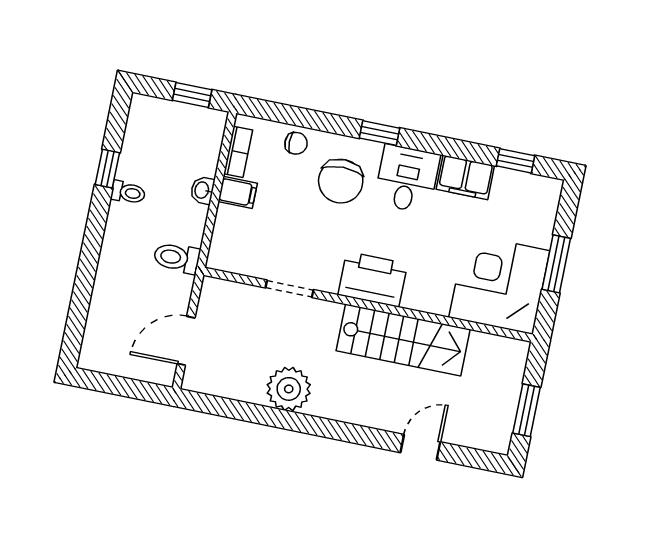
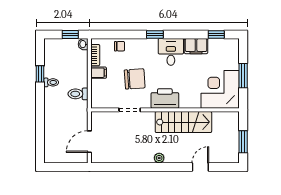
chair: (341, 181) -> (135, 79), moved, turned -94
washbasin: (202, 190) -> (83, 44), moved
toilet: (177, 258) -> (78, 94), moved
plant: (289, 389) -> (159, 158), moved, width x0.53, depth x0.53

